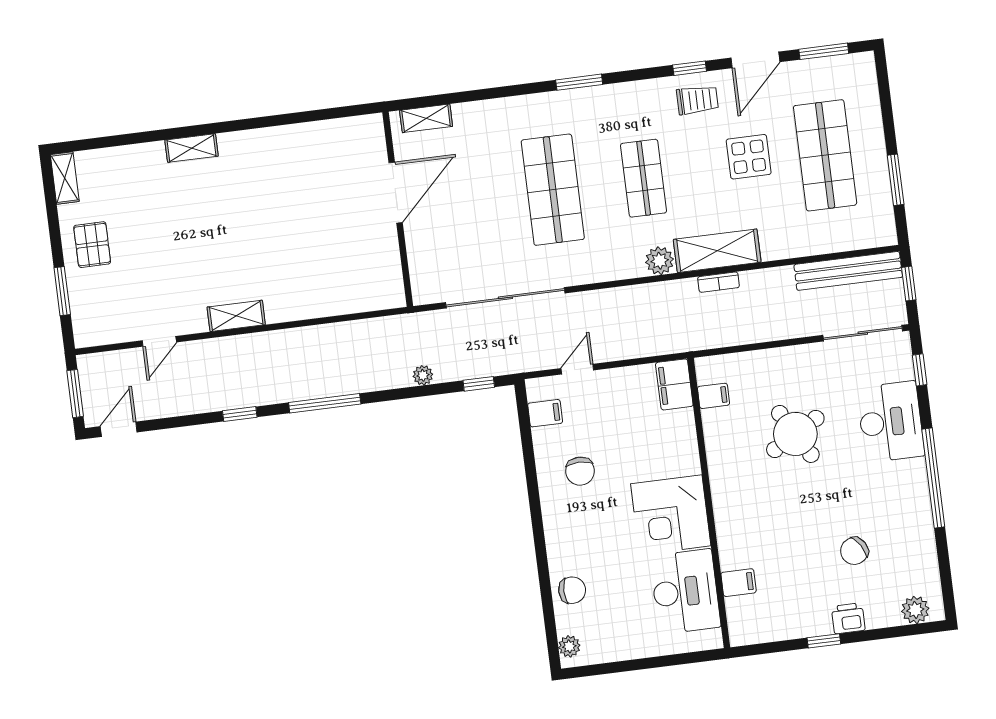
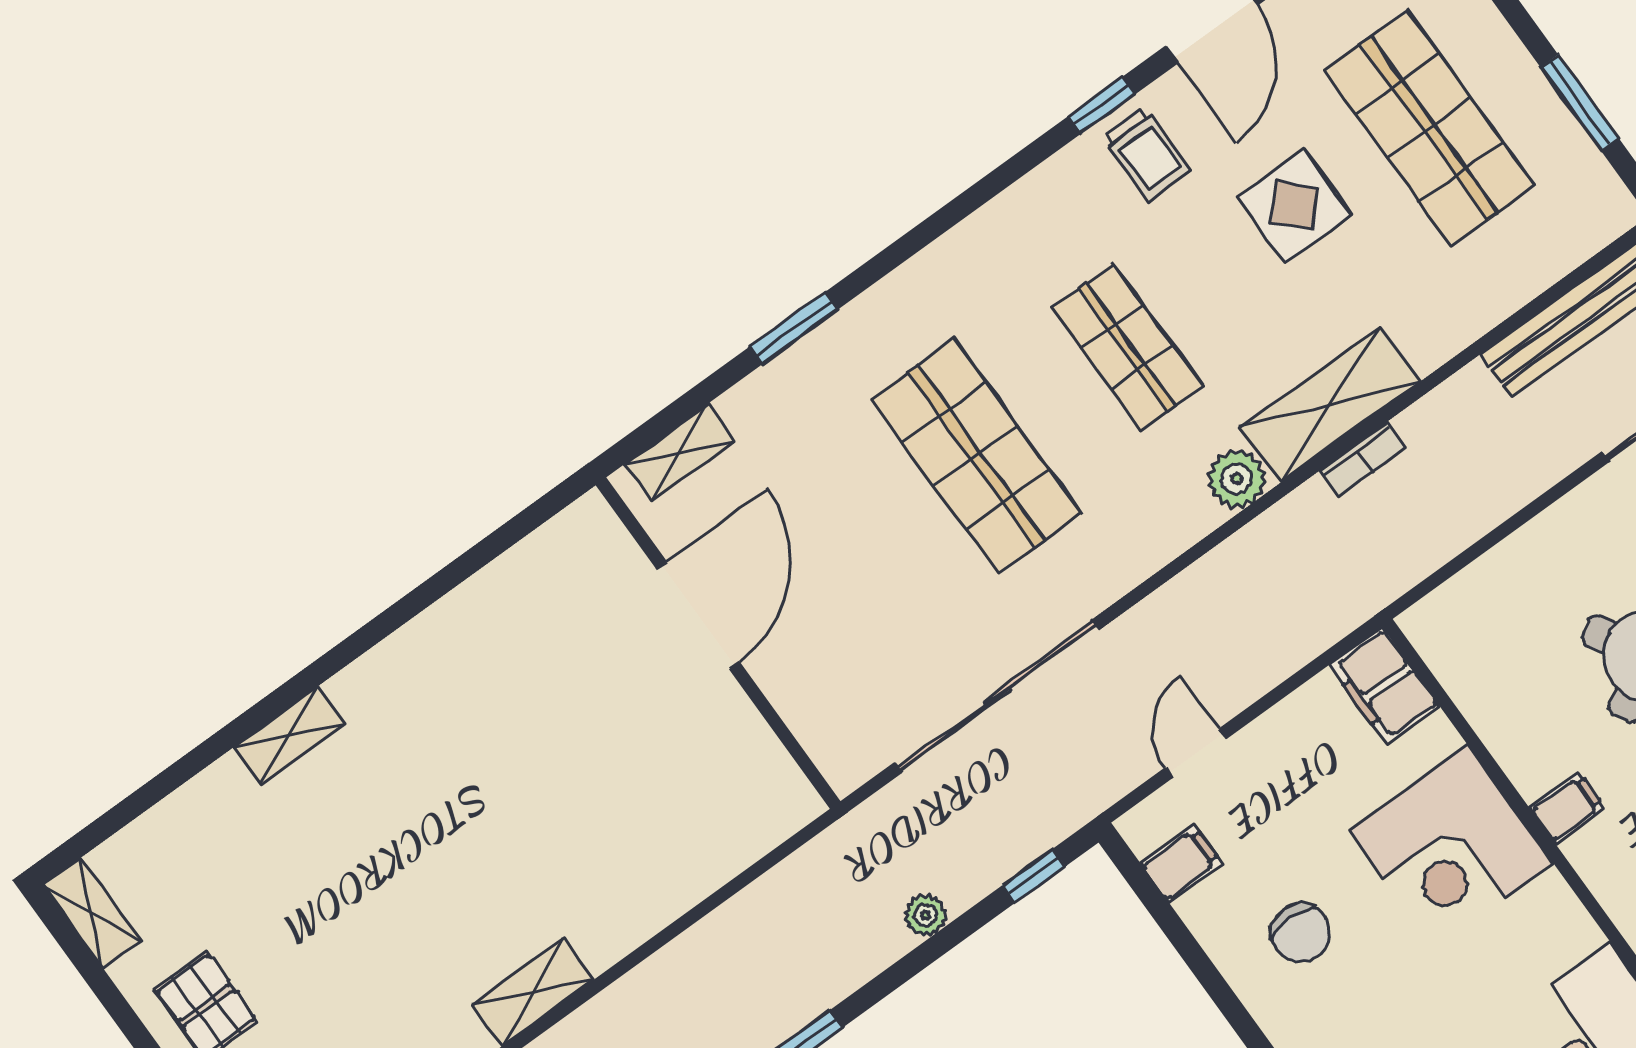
window: (579, 82) -> (794, 328), moved
trolley: (697, 100) -> (1147, 154), turned 90
filing cabinet: (713, 396) -> (1567, 808), moved
corner desk: (671, 515) -> (1451, 847), moved

